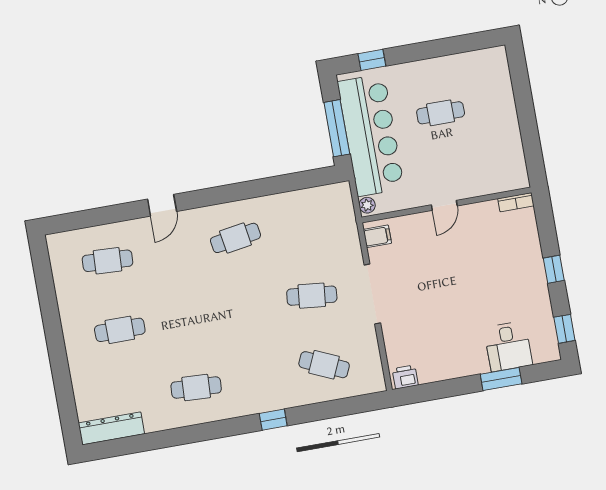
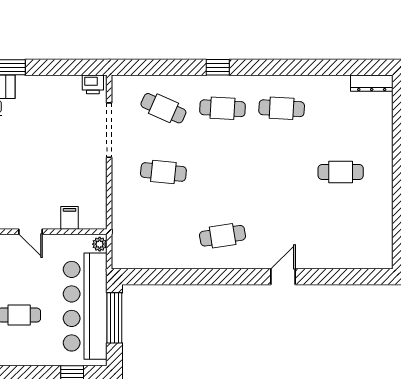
door: (444, 205) -> (31, 232), swing flipped
filing cabinet: (377, 236) -> (70, 218), moved, turned 90
cafe table: (108, 261) -> (223, 108), moved
doorway: (372, 294) -> (109, 130), moved
dresser: (111, 428) -> (372, 83), width x0.73, depth x0.80

